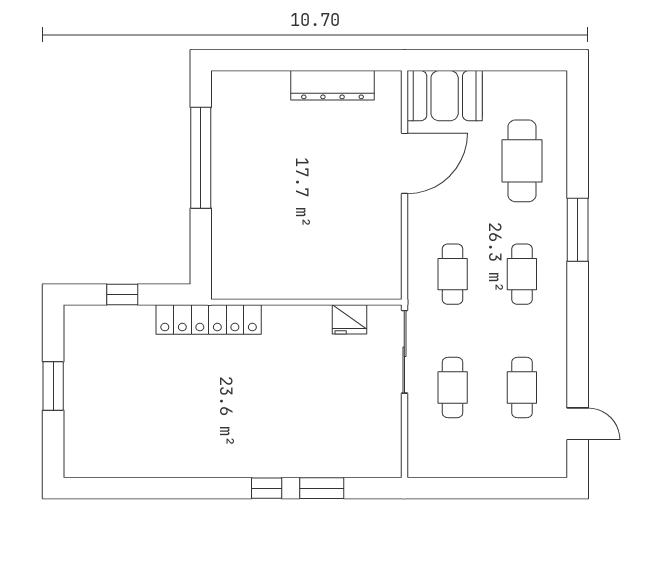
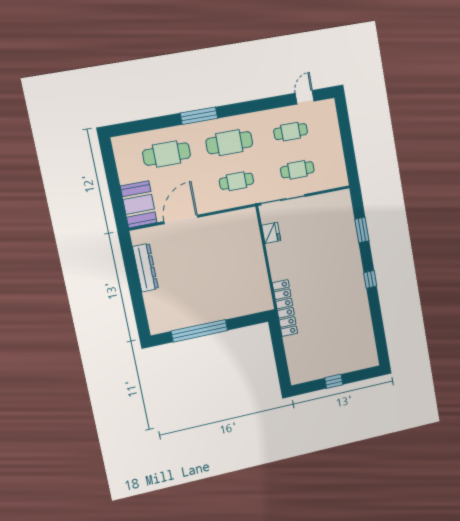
door: (404, 163) -> (181, 219), hinge flipped
cafe table: (522, 274) -> (229, 143), width x1.37, depth x1.35
window: (122, 295) -> (280, 356), removed
window: (53, 386) -> (334, 381), width x0.67
window: (267, 488) -> (370, 279), moved

